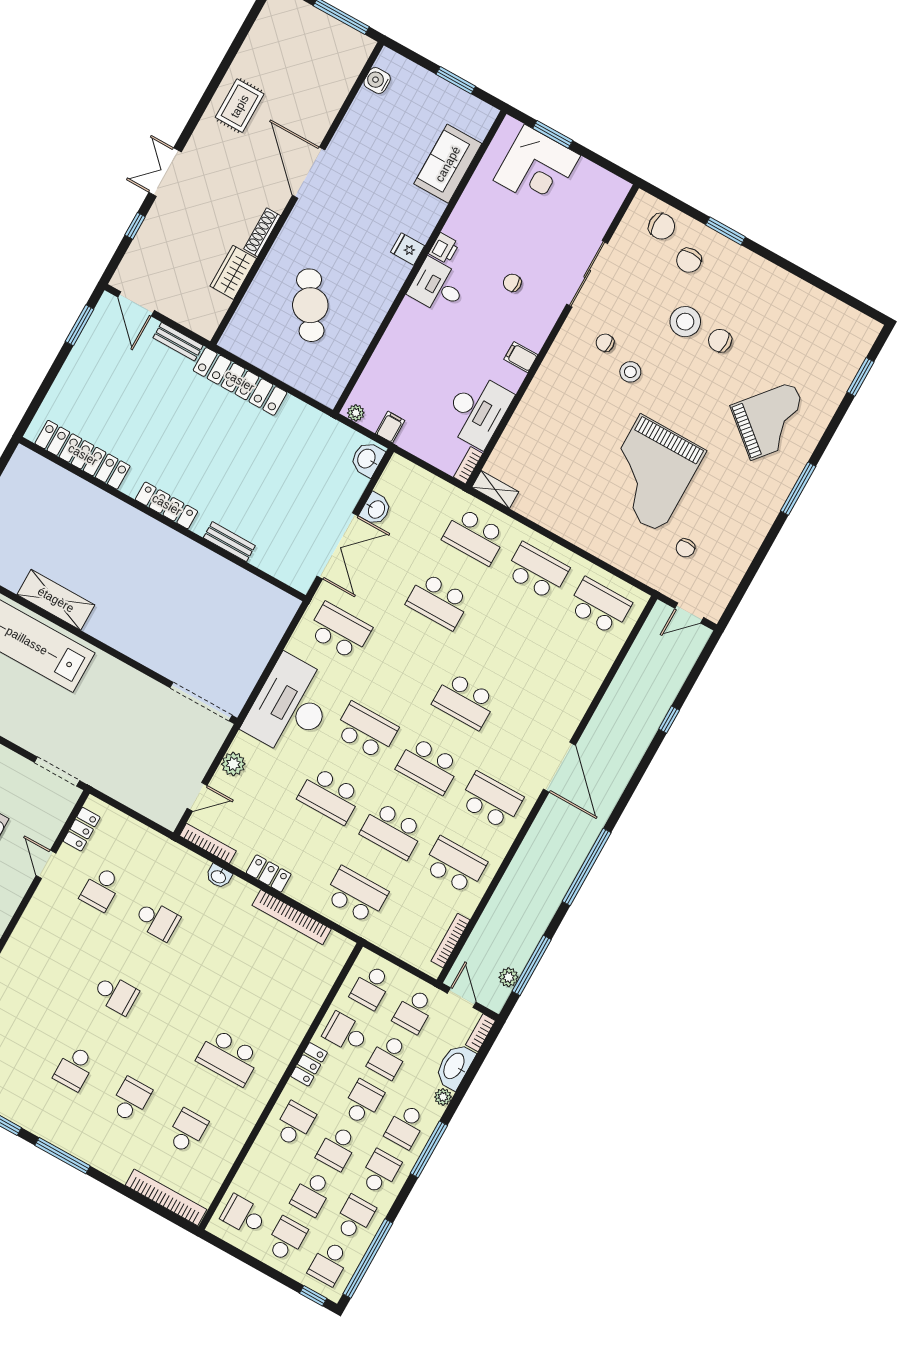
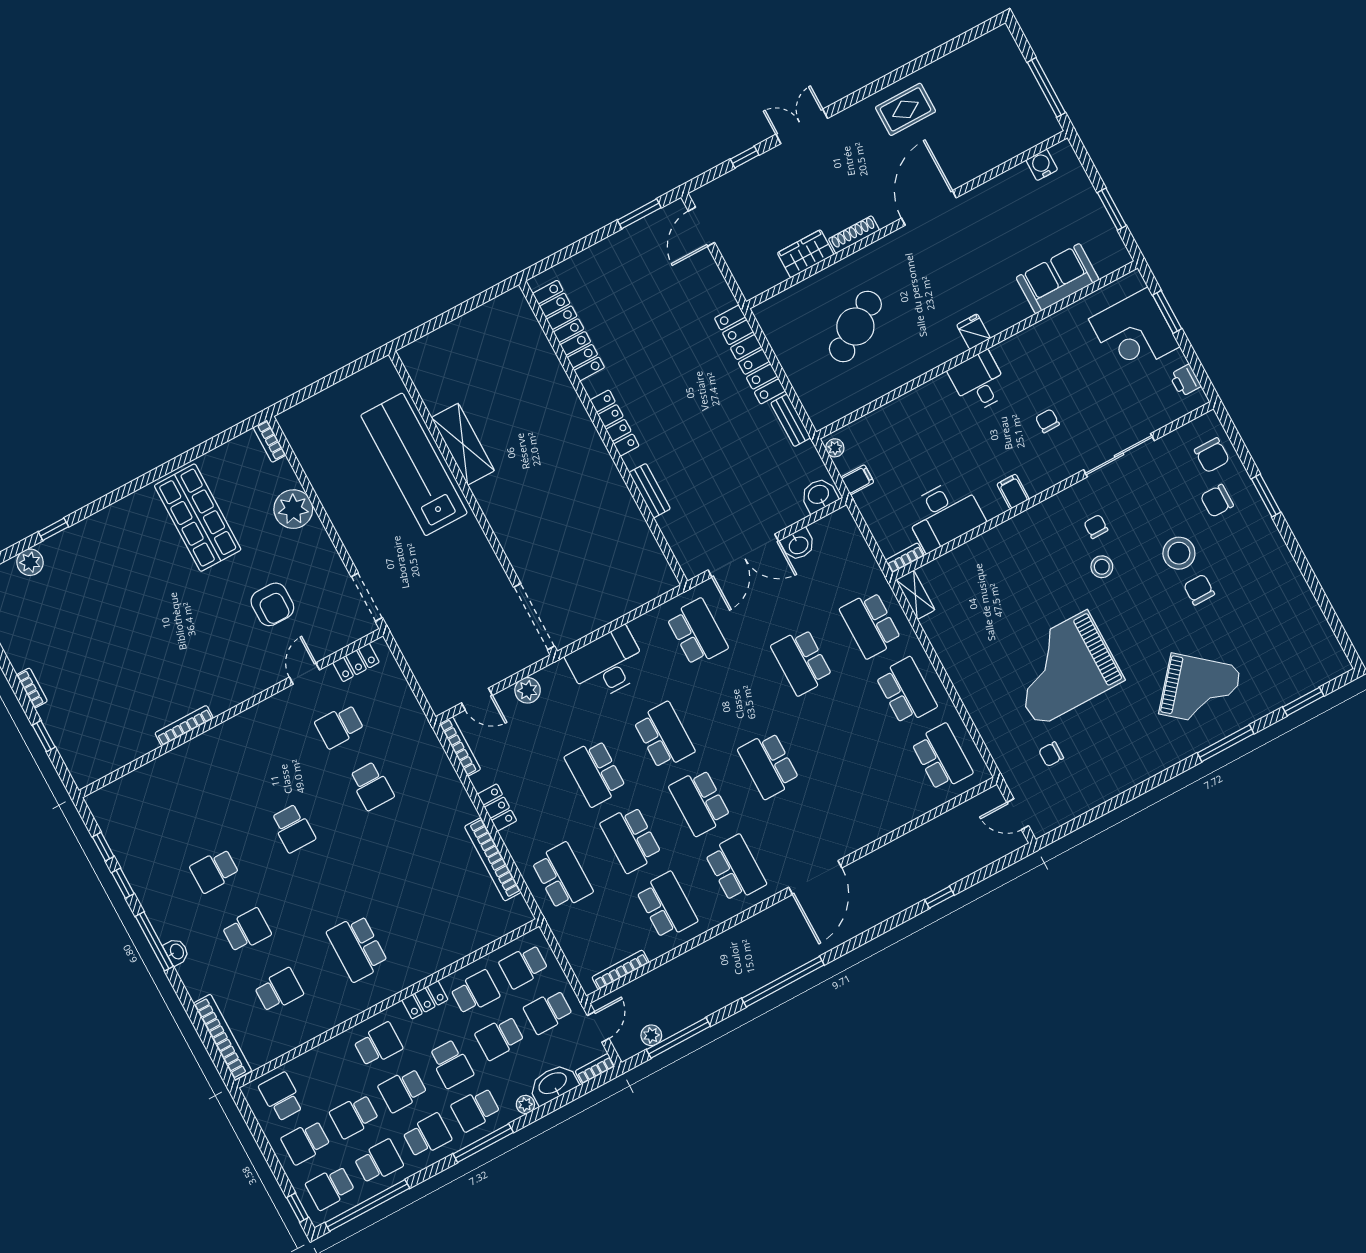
printer: (444, 248) -> (1185, 381), moved, turned 90
bench: (178, 342) -> (791, 420), moved
window: (798, 489) -> (1226, 743), moved
desk: (291, 706) -> (607, 664), width x0.73, depth x0.77
washbasin: (219, 876) -> (176, 952), moved, turned 180
school desk: (345, 1033) -> (475, 992), turned 90
school desk: (363, 1102) -> (451, 1064), turned 90
school desk: (286, 1239) -> (306, 1142), turned 180

